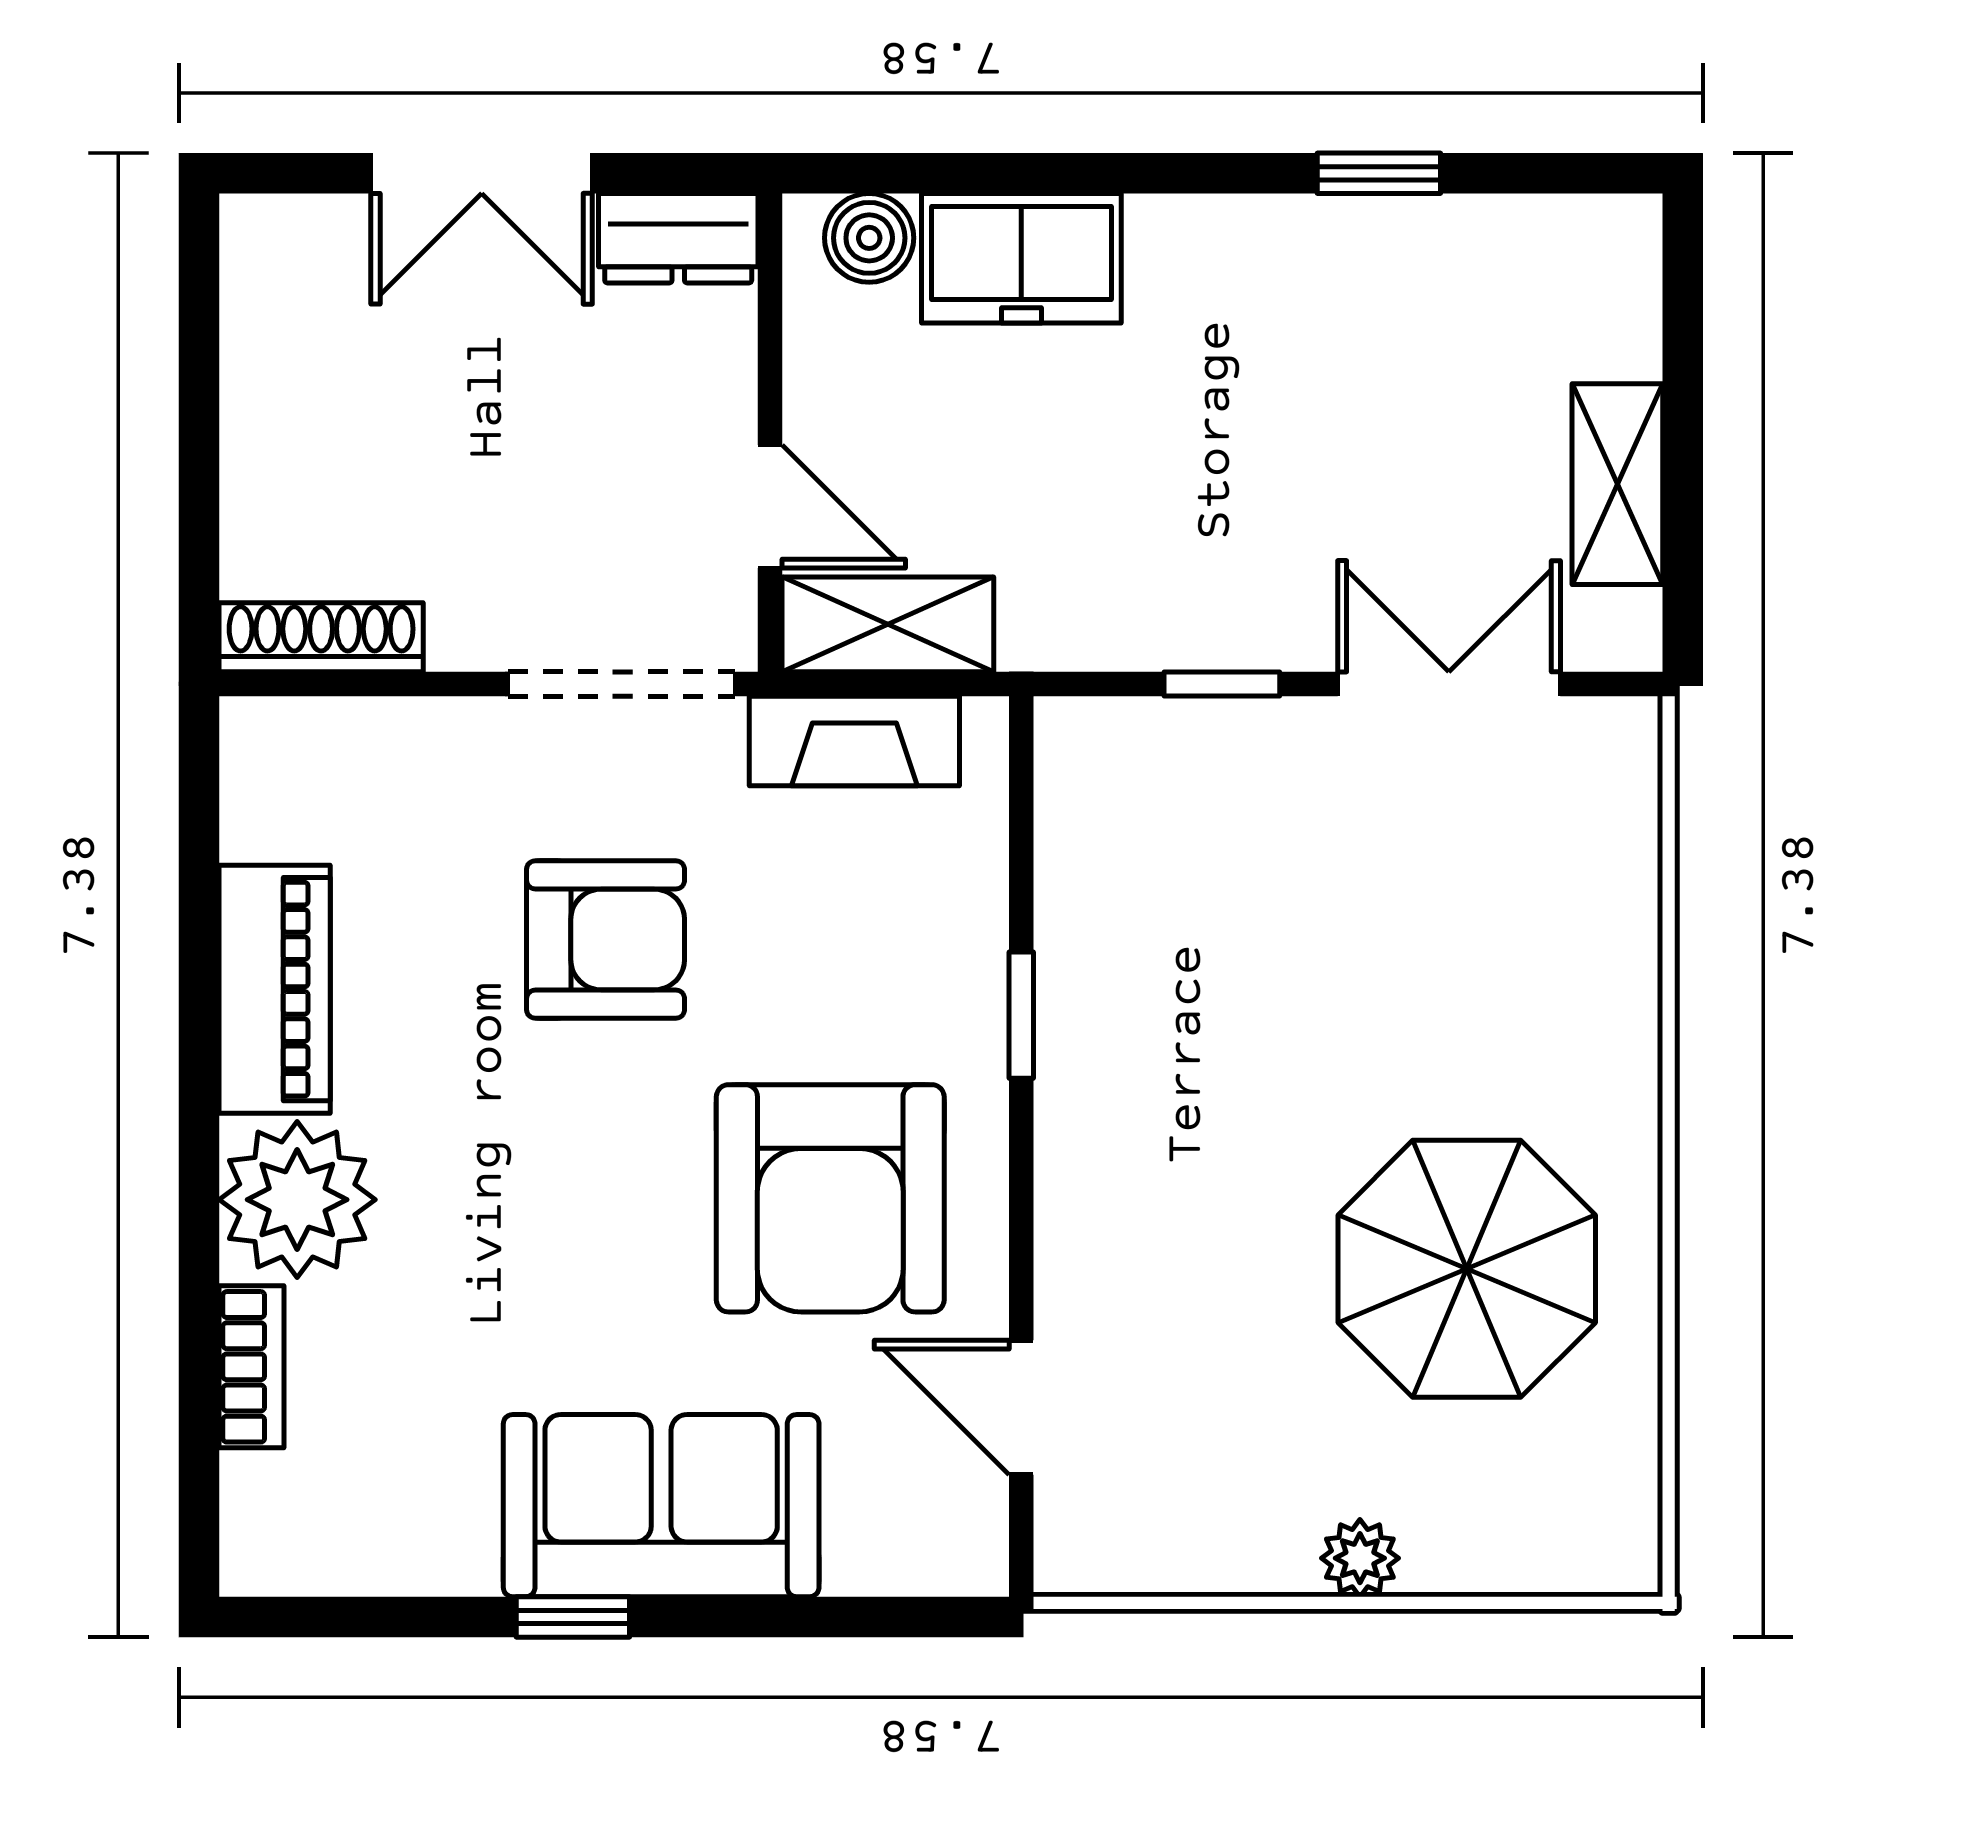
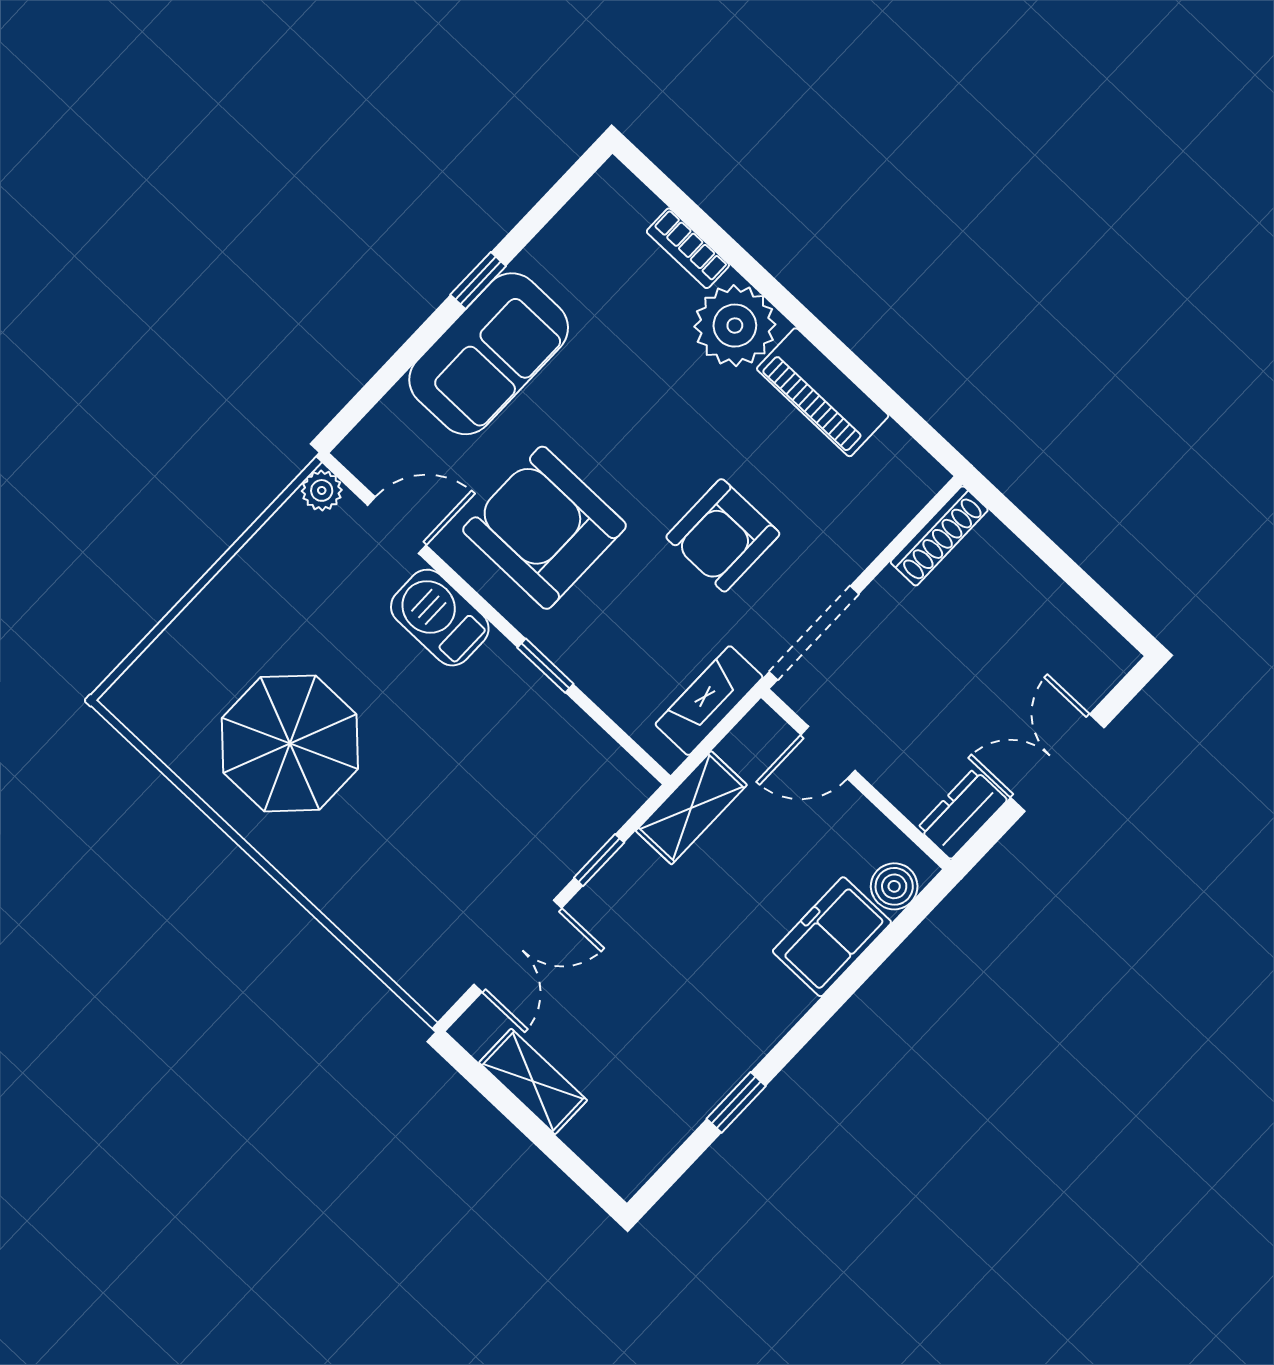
shelving: (888, 624) -> (691, 808), moved
barbecue: (1093, 1226) -> (440, 618), added
plant: (1360, 1558) -> (322, 490), moved

